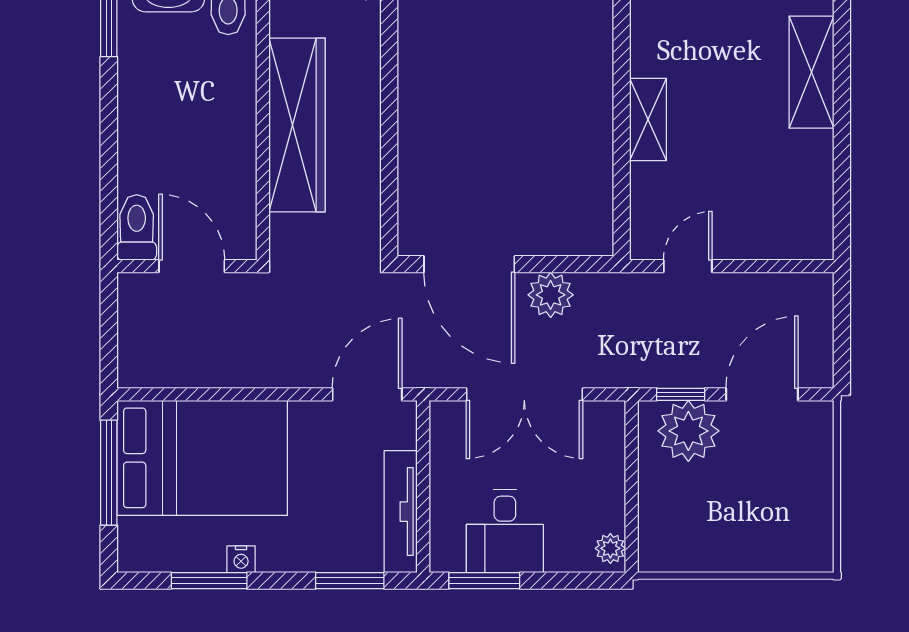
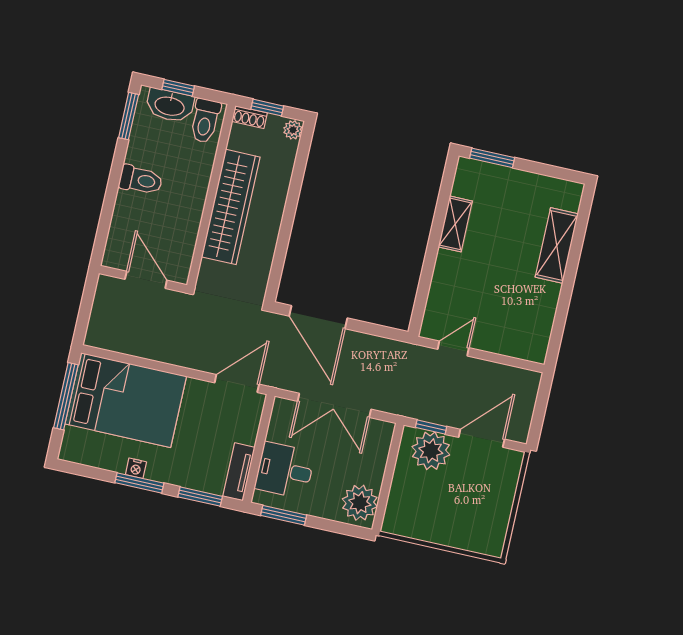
shelving: (648, 119) -> (455, 224), moved
toilet: (137, 227) -> (141, 180), moved, turned 90
plant: (551, 295) -> (364, 347), removed
tv unit: (401, 512) -> (239, 472), width x0.71
desk: (505, 531) -> (285, 470), moved, turned 90
plant: (610, 548) -> (360, 503), width x1.88, depth x1.88
window: (209, 581) -> (139, 483), moved

